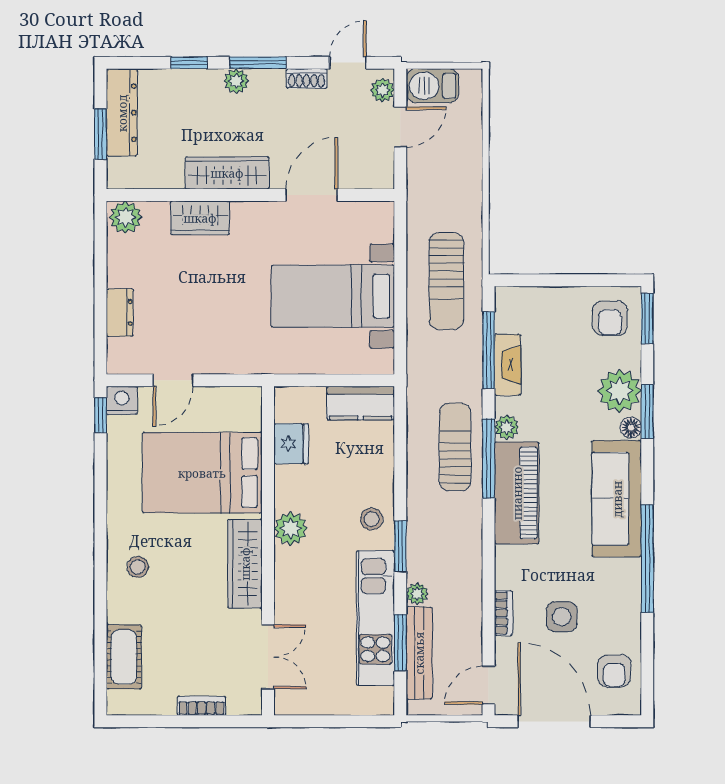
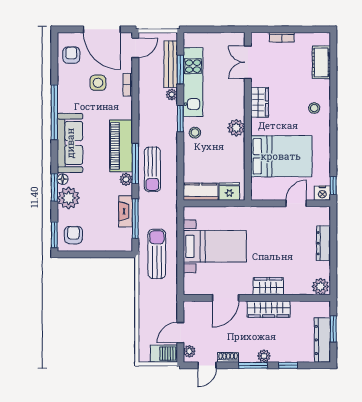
wardrobe: (200, 218) -> (268, 286), moved
dresser: (120, 313) -> (323, 243), width x1.44
fridge: (291, 444) -> (229, 192), moved, turned 90
wardrobe: (245, 564) -> (260, 102), width x0.67

